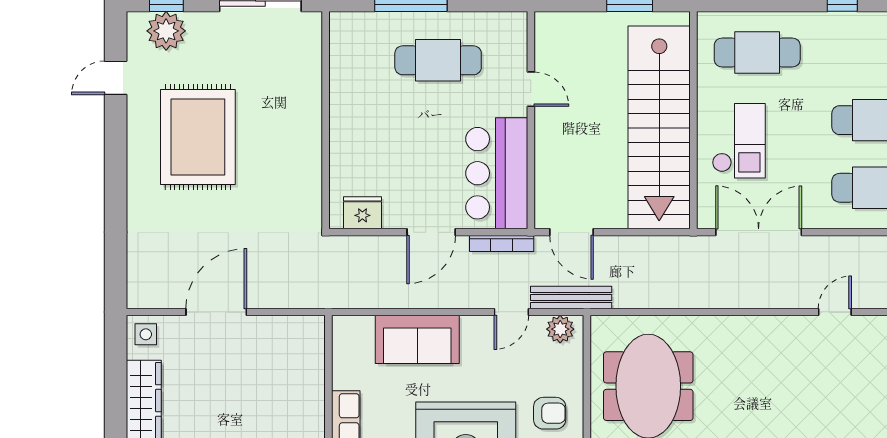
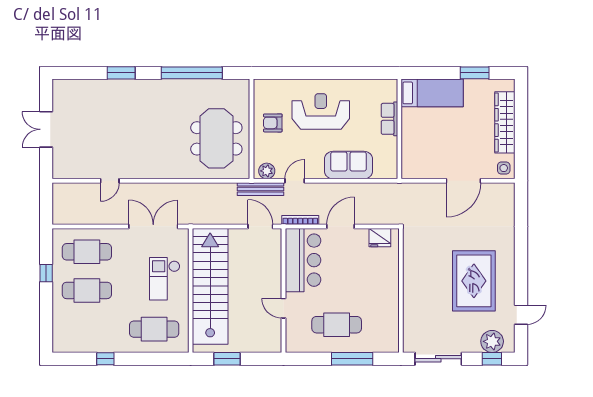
double door: (759, 232) -> (153, 226), swing flipped

